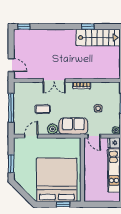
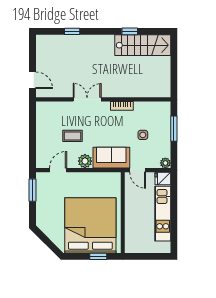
window: (24, 27) -> (72, 31), moved
double door: (54, 80) -> (87, 99), swing flipped
window: (11, 108) -> (32, 134), removed
window: (11, 164) -> (32, 190), moved

